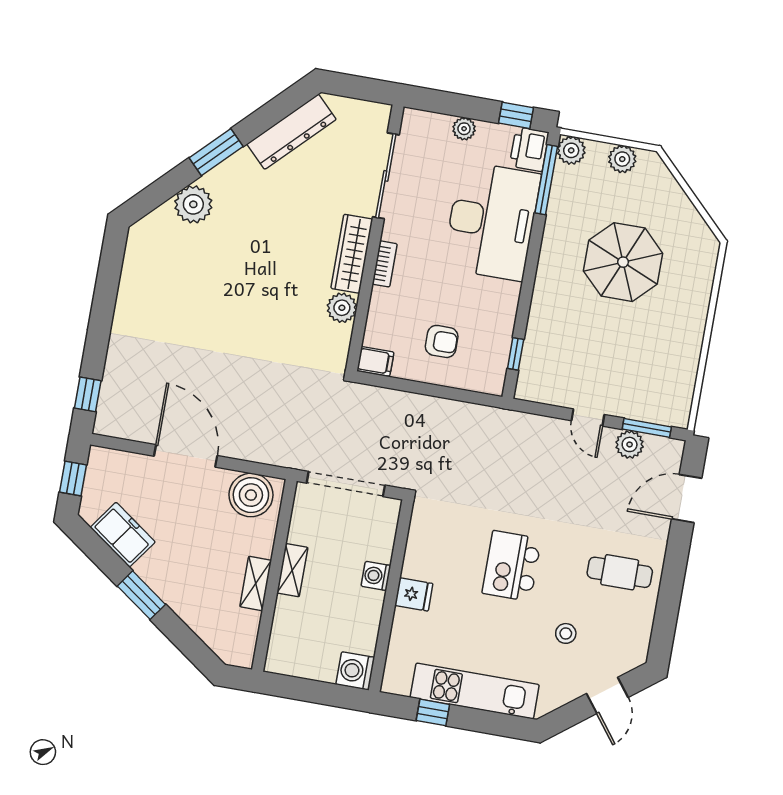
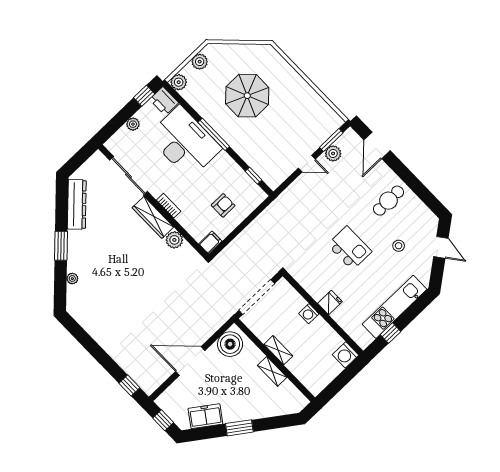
window: (546, 180) -> (214, 134), moved
plant: (193, 204) -> (72, 279), width x0.53, depth x0.53
kitchen island: (512, 566) -> (350, 248), turned 180

